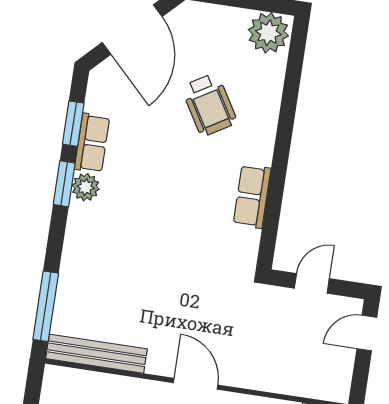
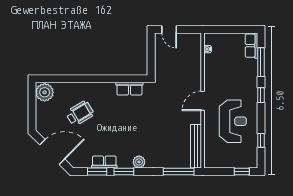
plant: (86, 187) -> (139, 162), moved
row of seats: (252, 196) -> (129, 89), moved
door: (312, 283) -> (151, 57), removed

